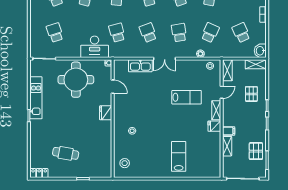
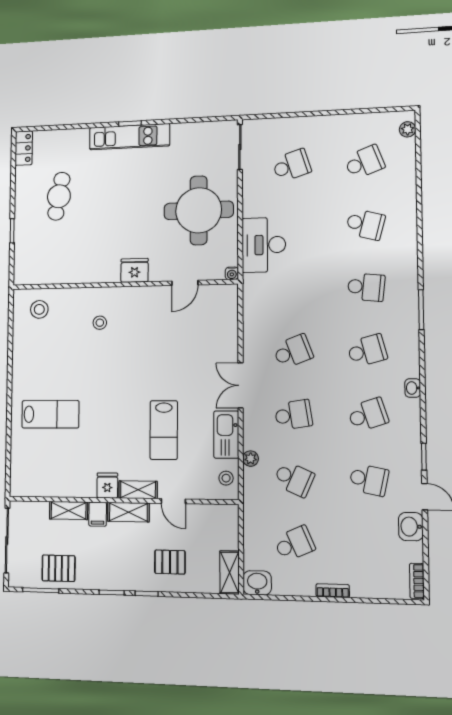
school desk: (117, 33) -> (292, 289), removed
kitchen sink: (140, 66) -> (226, 435), moved
shelving: (227, 70) -> (128, 512), moved
kitchen unit: (36, 98) -> (129, 137), moved

